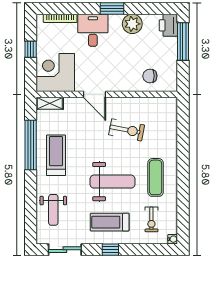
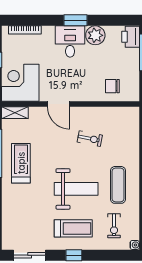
desk: (93, 30) -> (70, 41), moved
exercise bike: (127, 130) -> (90, 139), width x0.73, depth x0.72
weight bench: (53, 210) -> (18, 217), removed
treadmill: (110, 222) -> (73, 228), turned 180

